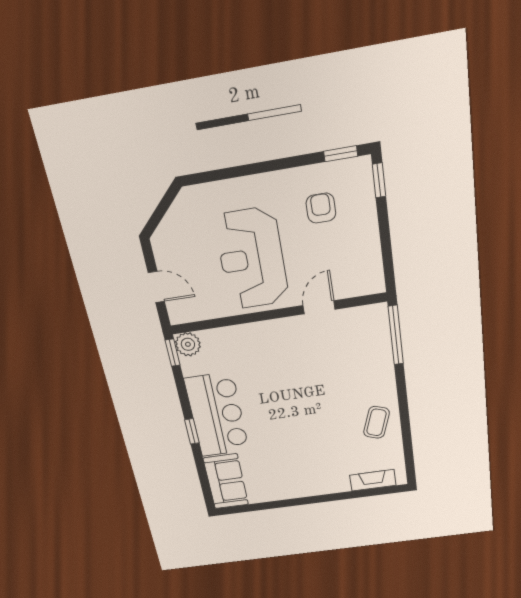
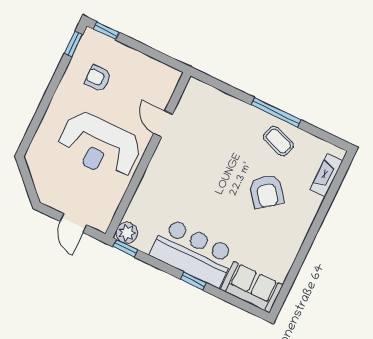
door: (156, 287) -> (73, 223), swing flipped
window: (396, 335) -> (276, 112), moved
armchair: (321, 441) -> (267, 191), added

